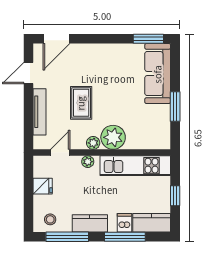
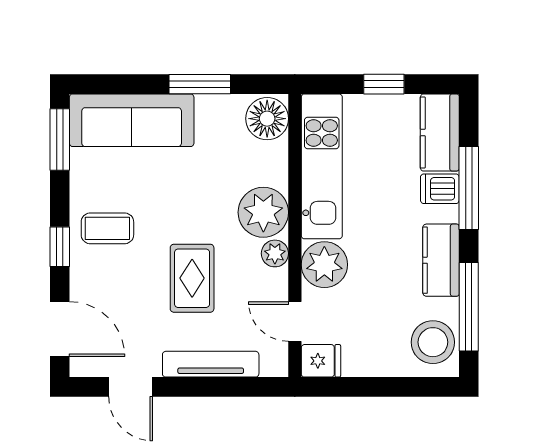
window: (96, 39) -> (60, 247), added
coffee table: (105, 62) -> (107, 228), added
rug: (81, 103) -> (192, 278), turned 90
floor lamp: (158, 139) -> (267, 119), added
plant: (88, 162) -> (324, 265), width x1.88, depth x1.88
fridge: (43, 186) -> (321, 361), moved, turned 90
stool: (50, 219) -> (433, 342), width x1.89, depth x1.89

